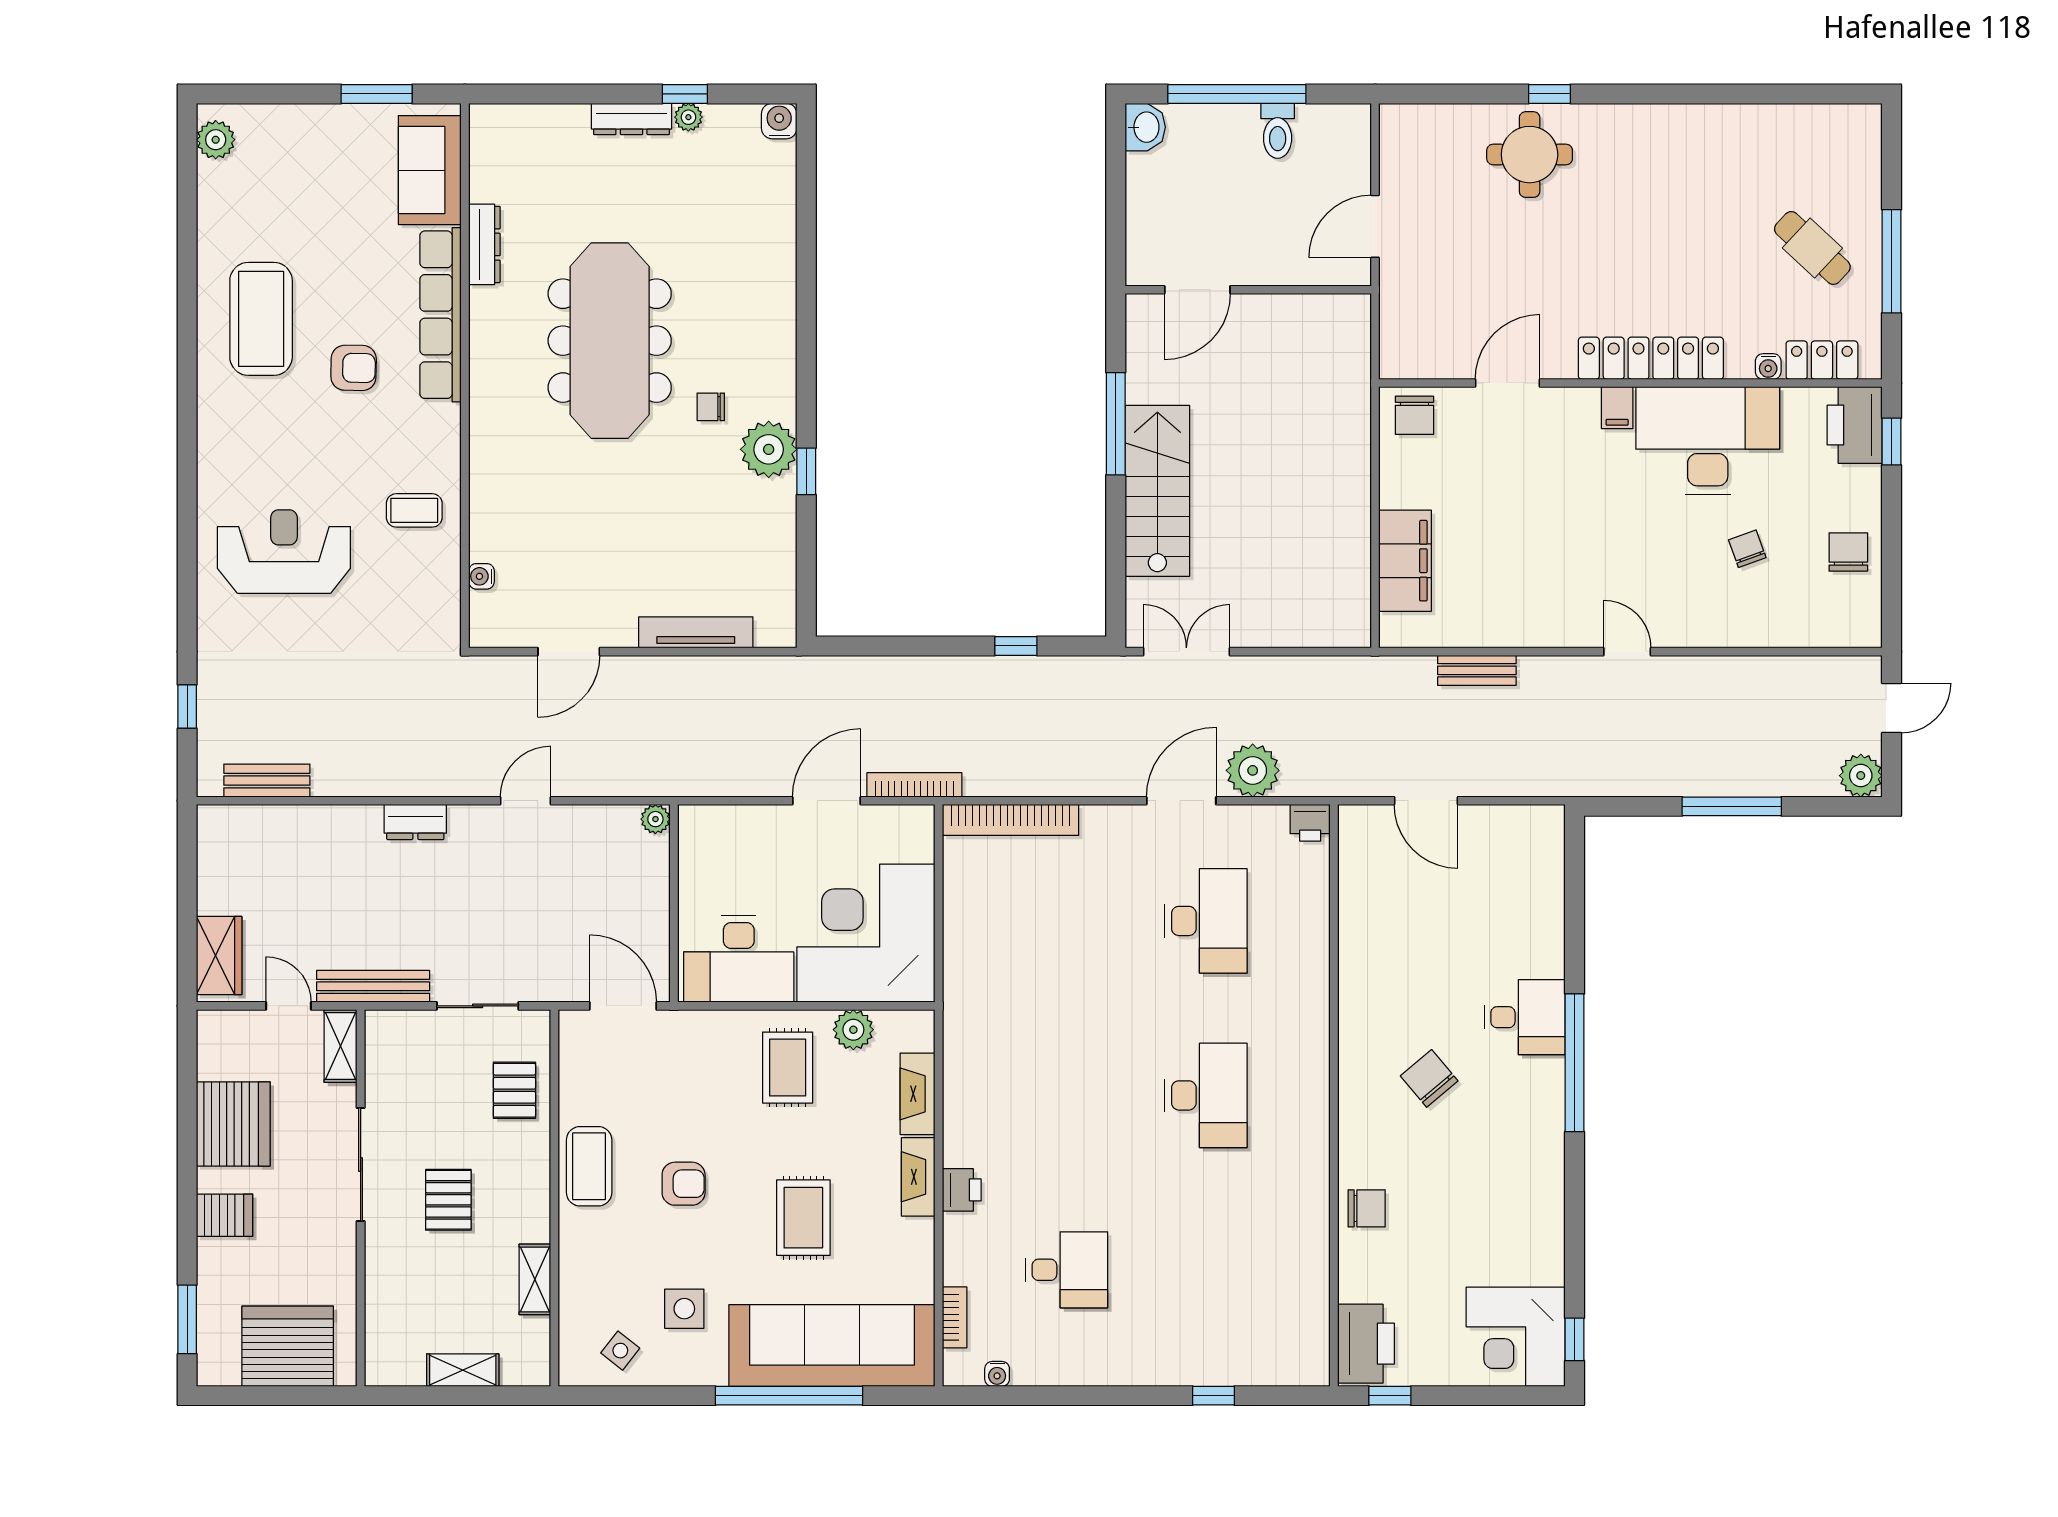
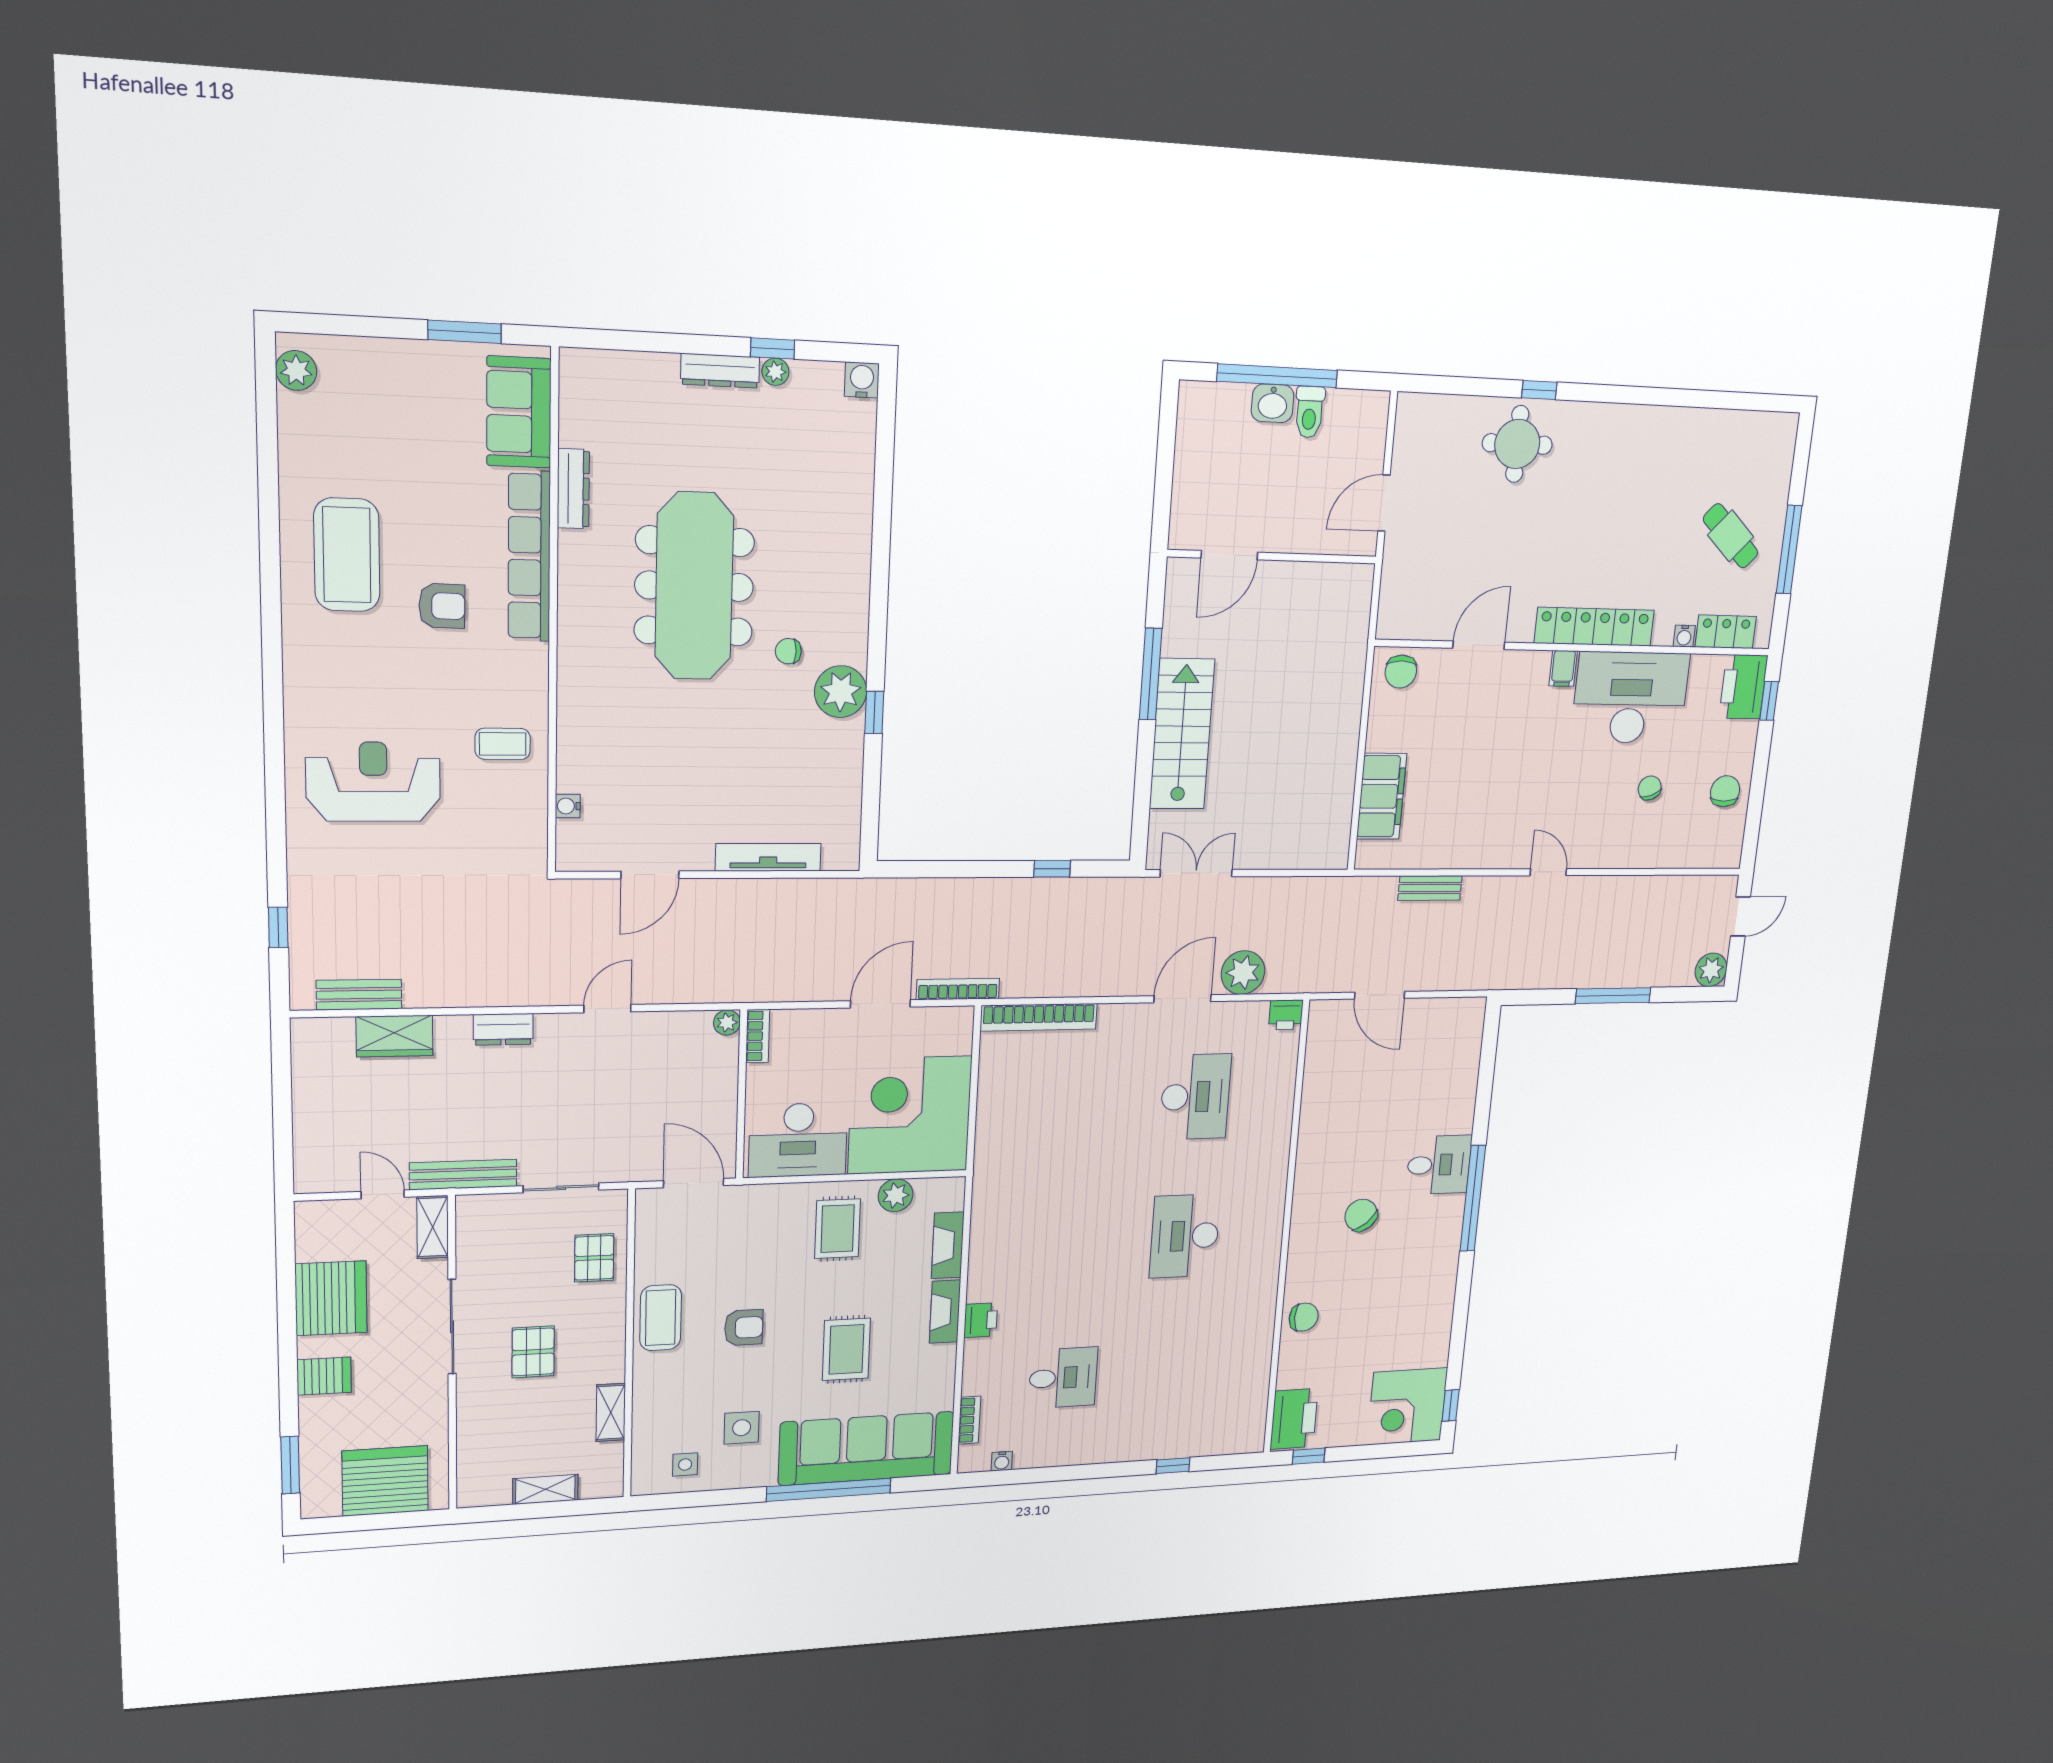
washbasin: (1145, 127) -> (1273, 403), moved, turned 90
bookcase: (690, 835) -> (758, 1036), added
wardrobe: (219, 955) -> (394, 1036), moved, turned 90
desk: (1206, 1095) -> (1185, 1236), turned 180
side table: (620, 1351) -> (685, 1464), turned -38

